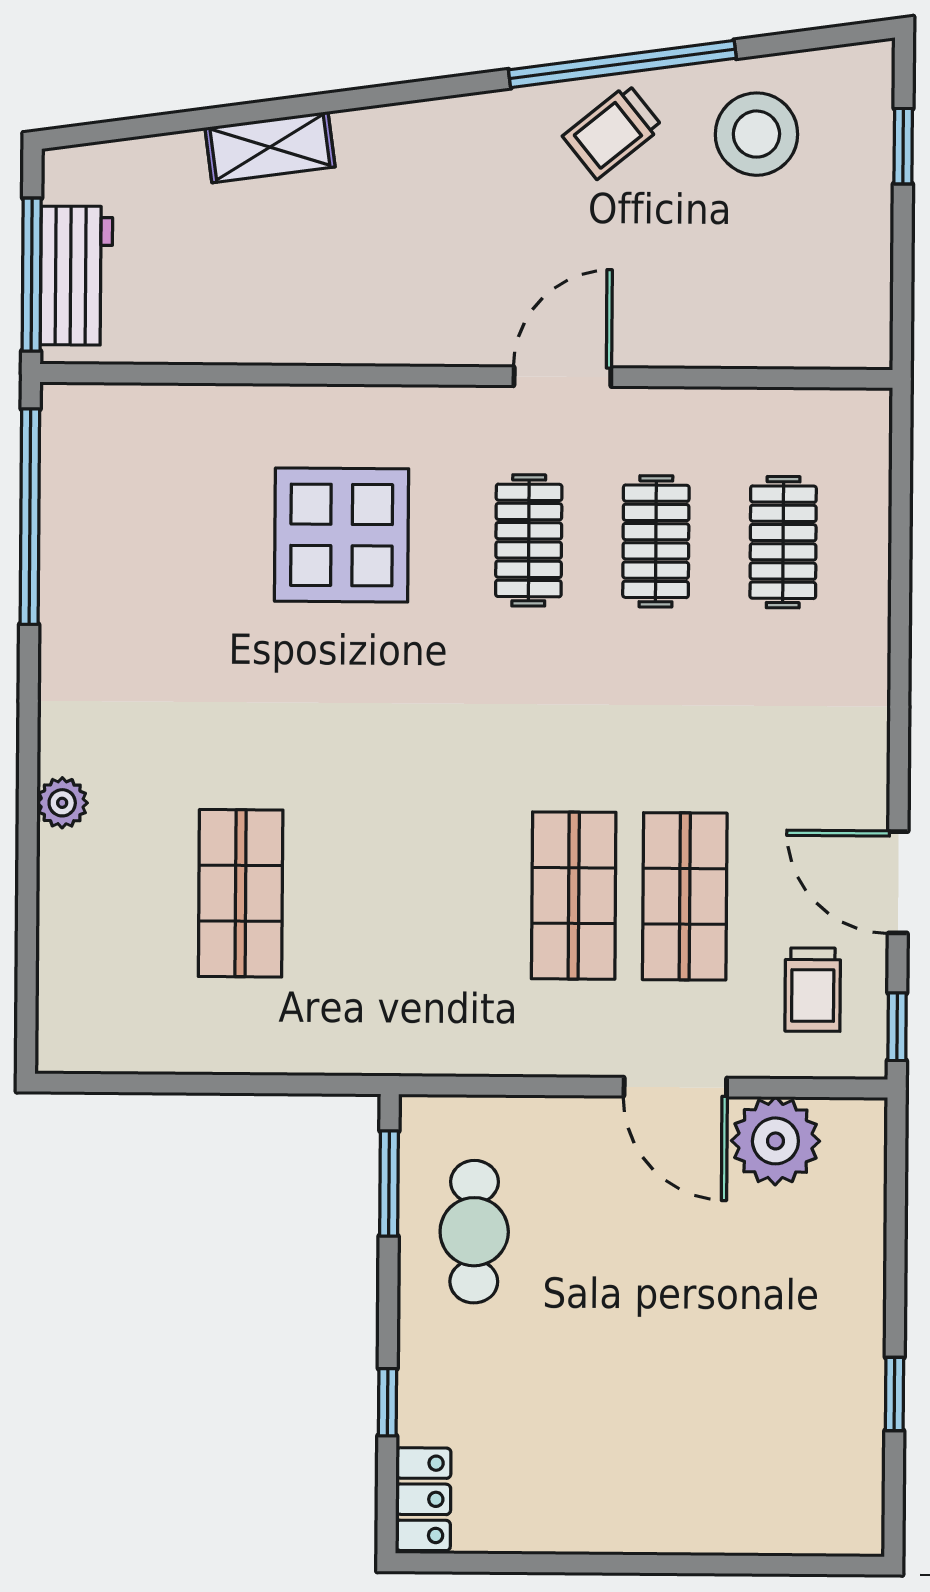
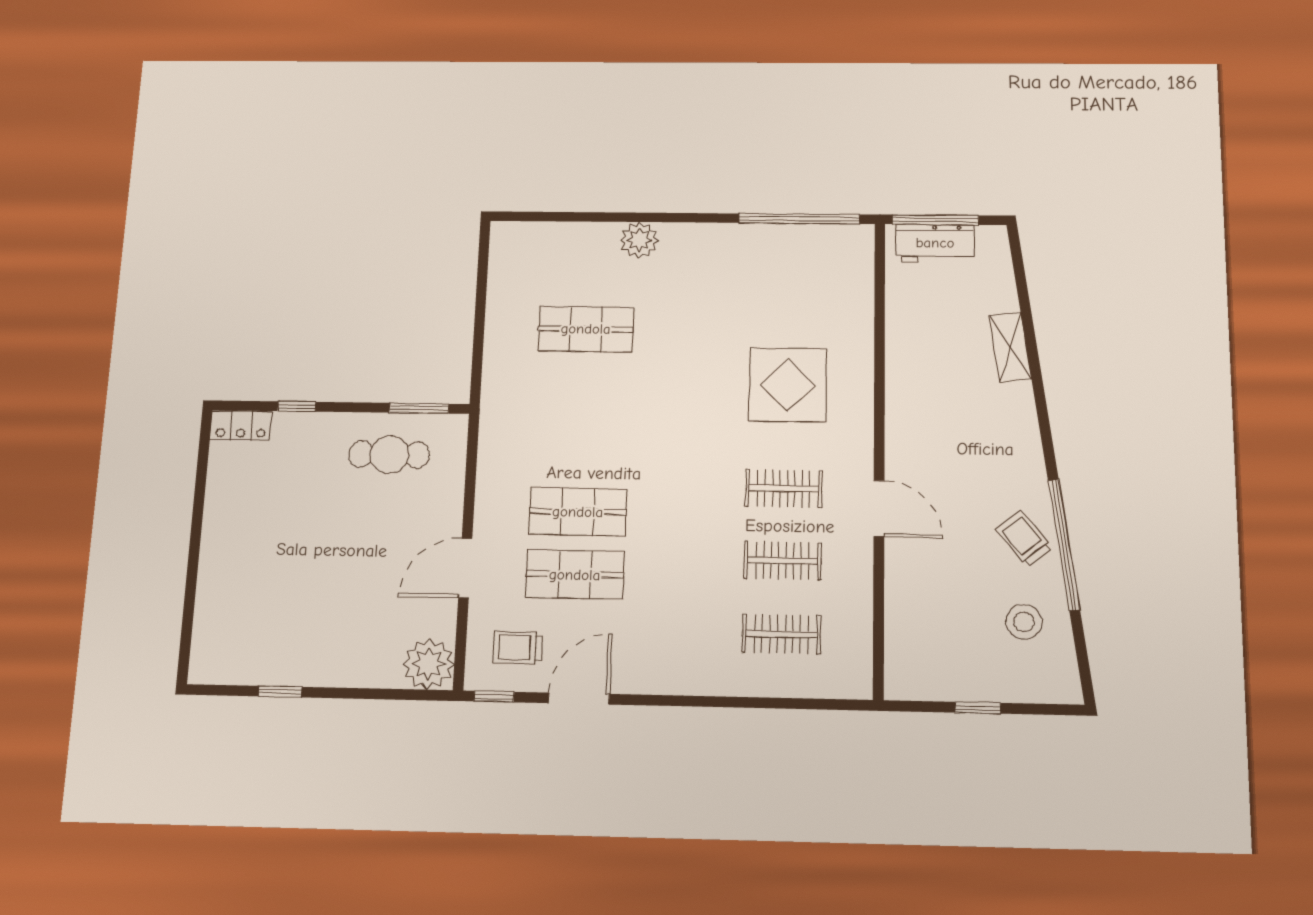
stool: (756, 134) -> (1024, 622), width x0.73, depth x0.73
window: (903, 146) -> (978, 708), moved
plant: (62, 803) -> (639, 240), width x1.38, depth x1.38
plant: (775, 1141) -> (429, 664), moved

